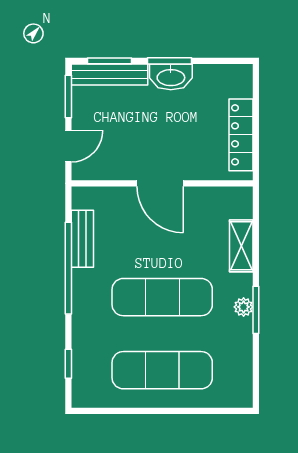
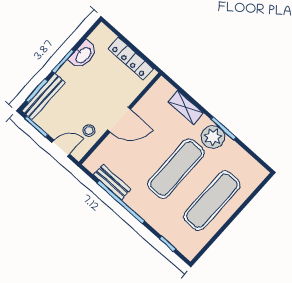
washbasin: (171, 77) -> (83, 55), moved
door: (68, 146) -> (61, 148), hinge flipped
stool: (117, 160) -> (89, 130), added
plant: (244, 307) -> (213, 137), width x1.88, depth x1.88

